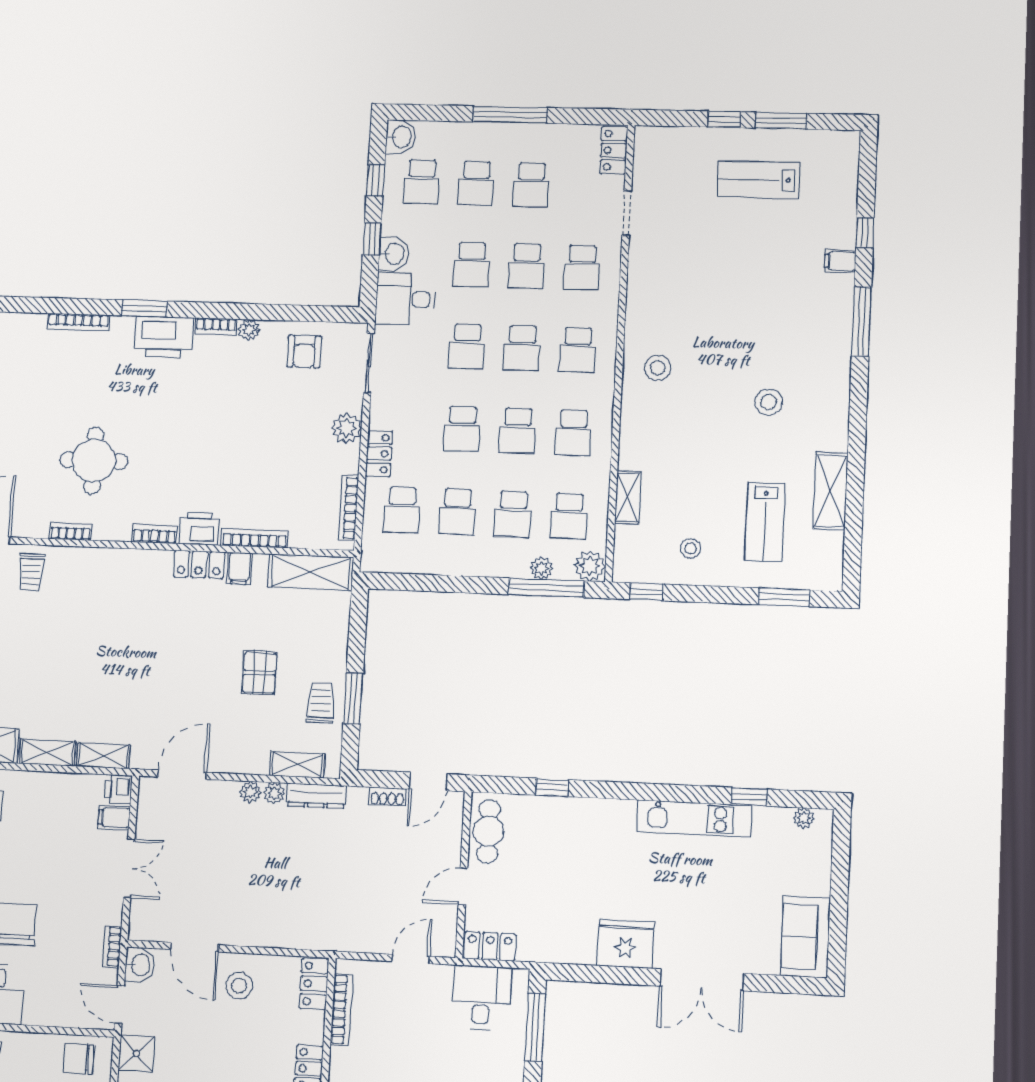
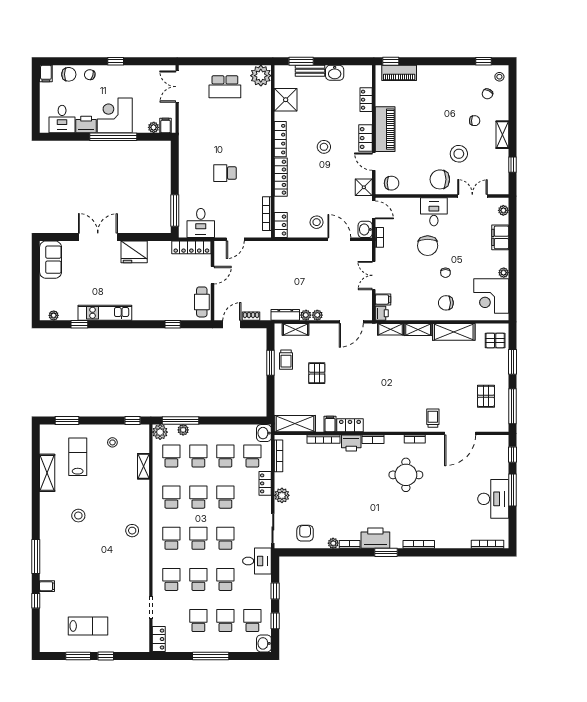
washbasin: (394, 254) -> (264, 433), moved
locker: (490, 946) -> (191, 247), width x1.53

